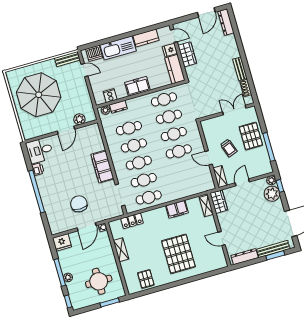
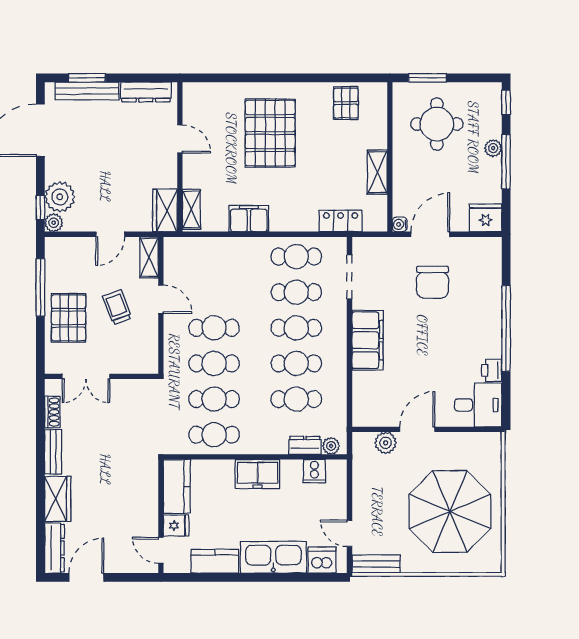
wardrobe: (187, 54) -> (58, 499), moved, turned 180

